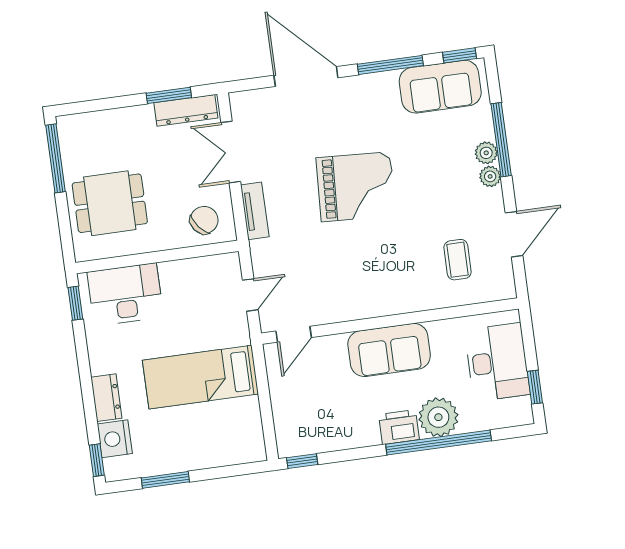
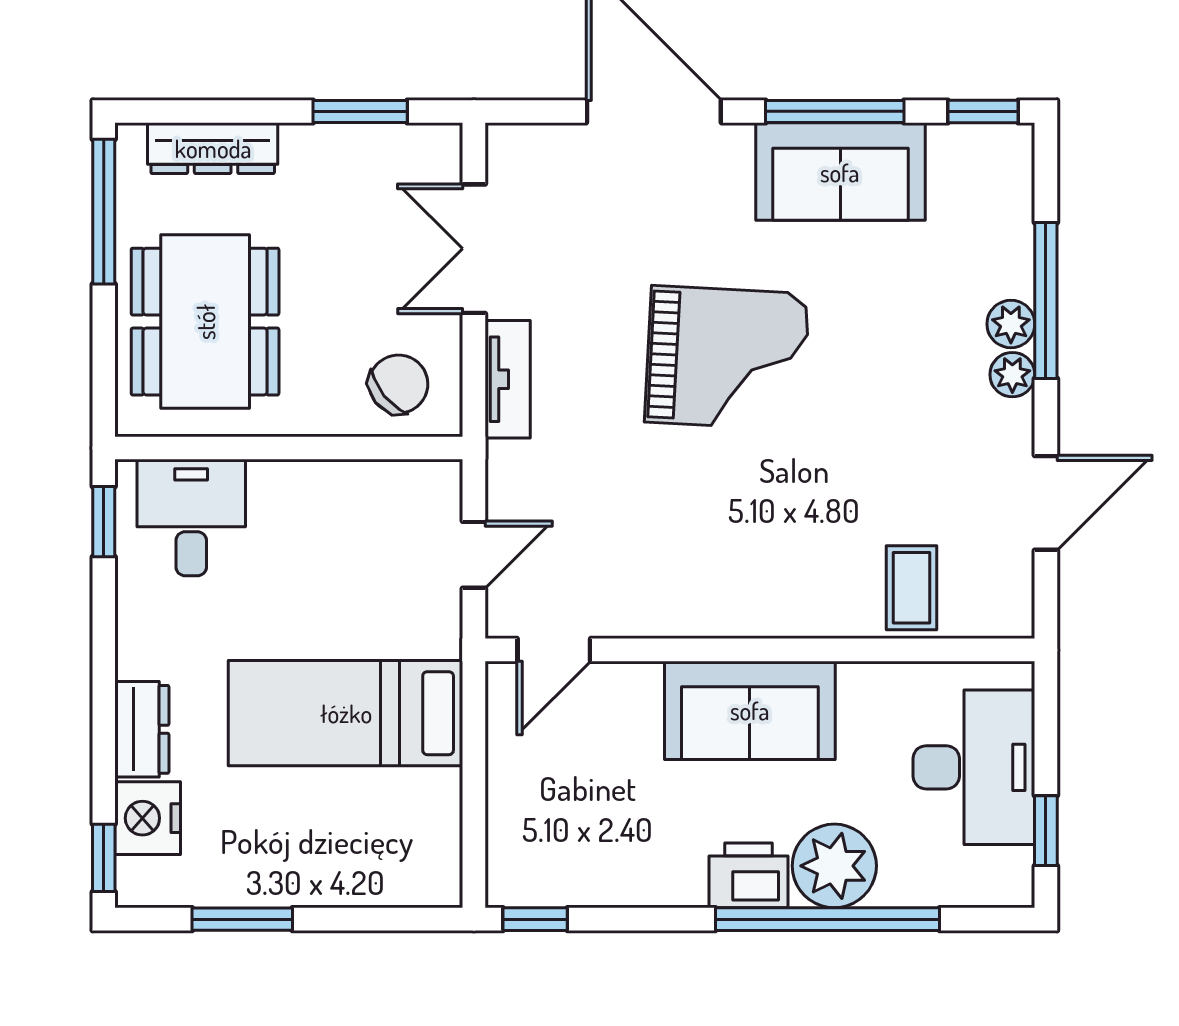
sofa: (440, 87) -> (840, 172), moved
dresser: (186, 110) -> (213, 148), moved
dining table: (110, 203) -> (205, 322), width x1.38
coffee table: (458, 260) -> (912, 588), moved
desk: (125, 294) -> (191, 518), width x0.73

